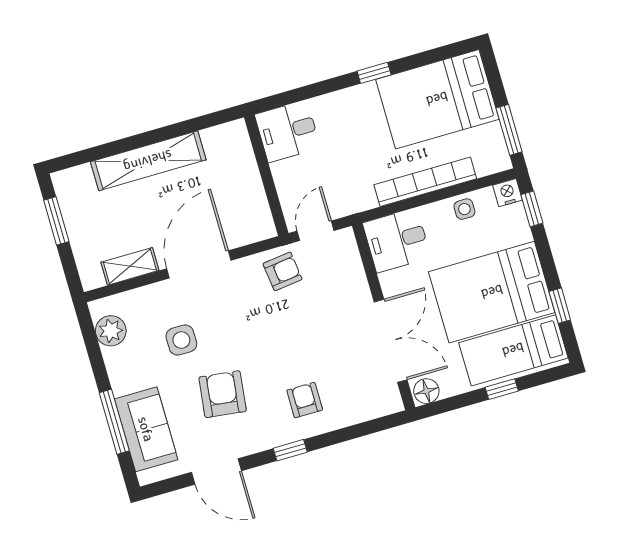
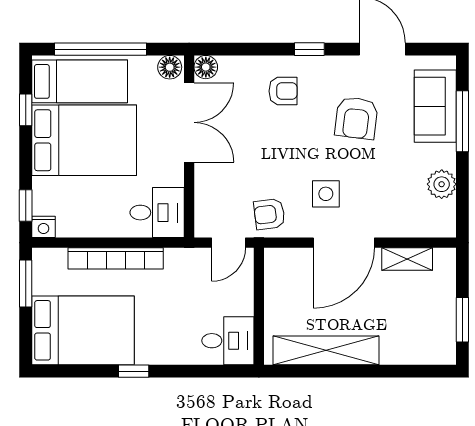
shelving: (148, 161) -> (326, 350), moved
side table: (464, 209) -> (87, 223), removed
plant: (111, 331) -> (442, 184), moved
side table: (181, 340) -> (326, 194), moved
double door: (391, 341) -> (189, 122), swing flipped
window: (502, 389) -> (100, 49), width x3.17
armchair: (305, 400) -> (283, 91), turned -90
floor lamp: (390, 402) -> (206, 67), added

